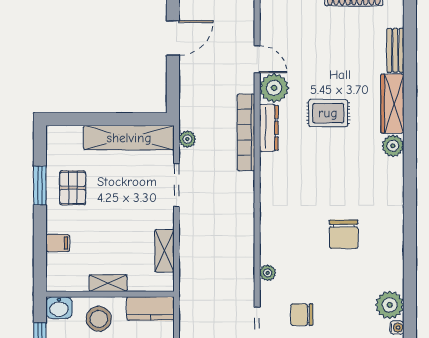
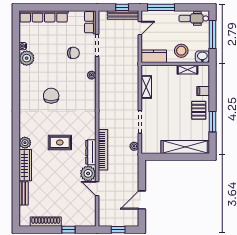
rug: (328, 113) -> (60, 142), moved
shelving: (129, 138) -> (185, 147), moved
pallet: (73, 188) -> (199, 110), moved
shelving: (108, 283) -> (187, 70), moved

